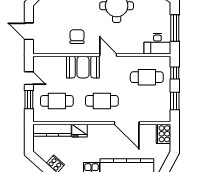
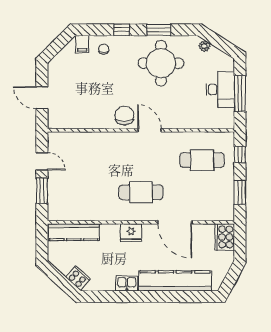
chair: (77, 37) -> (124, 116), moved
desk: (157, 44) -> (220, 89), moved, turned -90
booth: (83, 67) -> (115, 146), removed
cafe table: (57, 101) -> (80, 192), removed
fridge: (80, 131) -> (131, 233), moved

